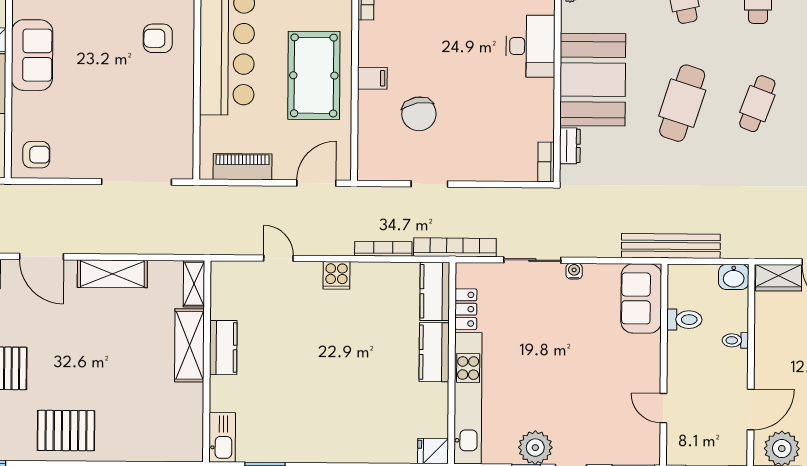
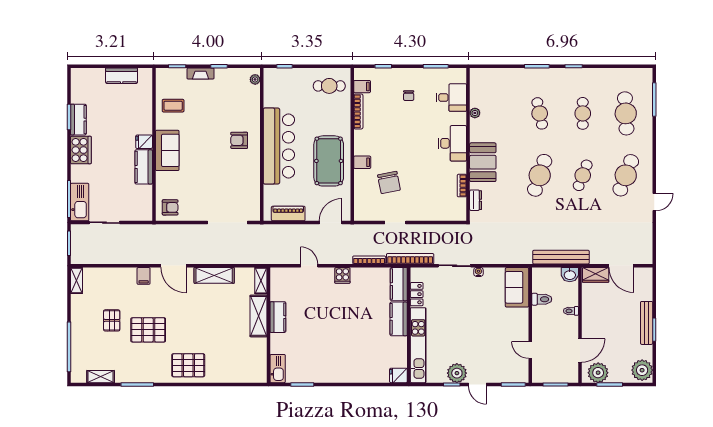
booth: (593, 80) -> (483, 162), width x0.73, depth x0.70
bookcase: (546, 162) -> (462, 186), moved
bench: (671, 246) -> (561, 257), moved

